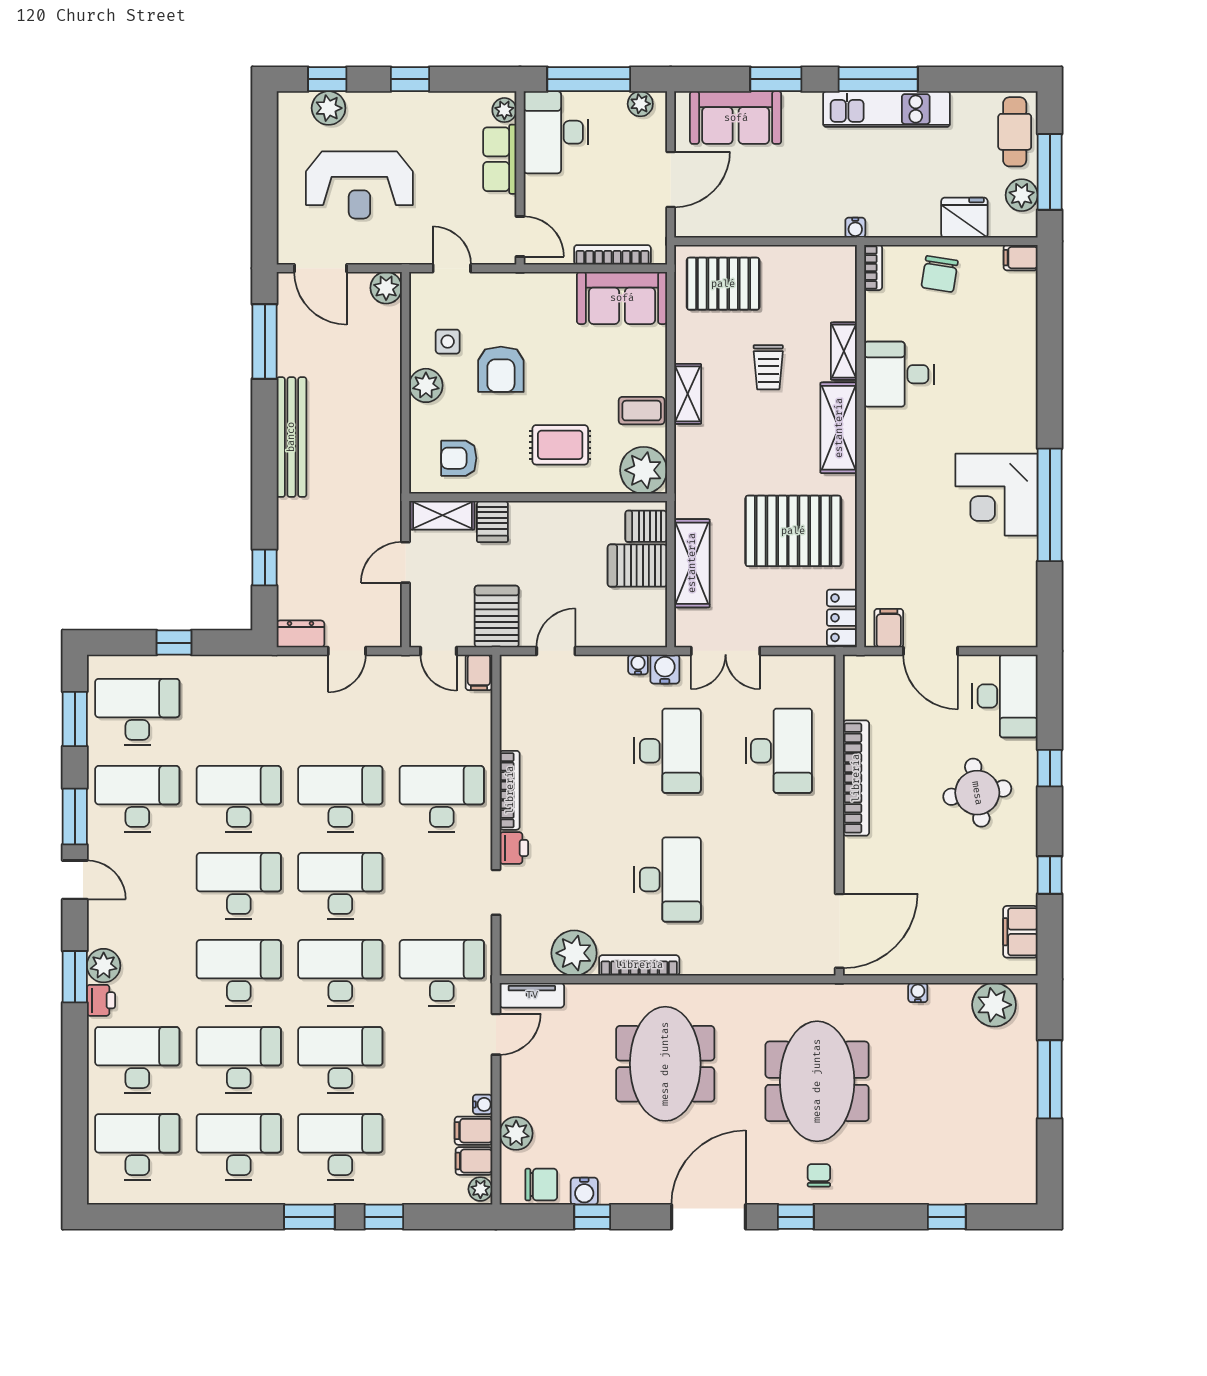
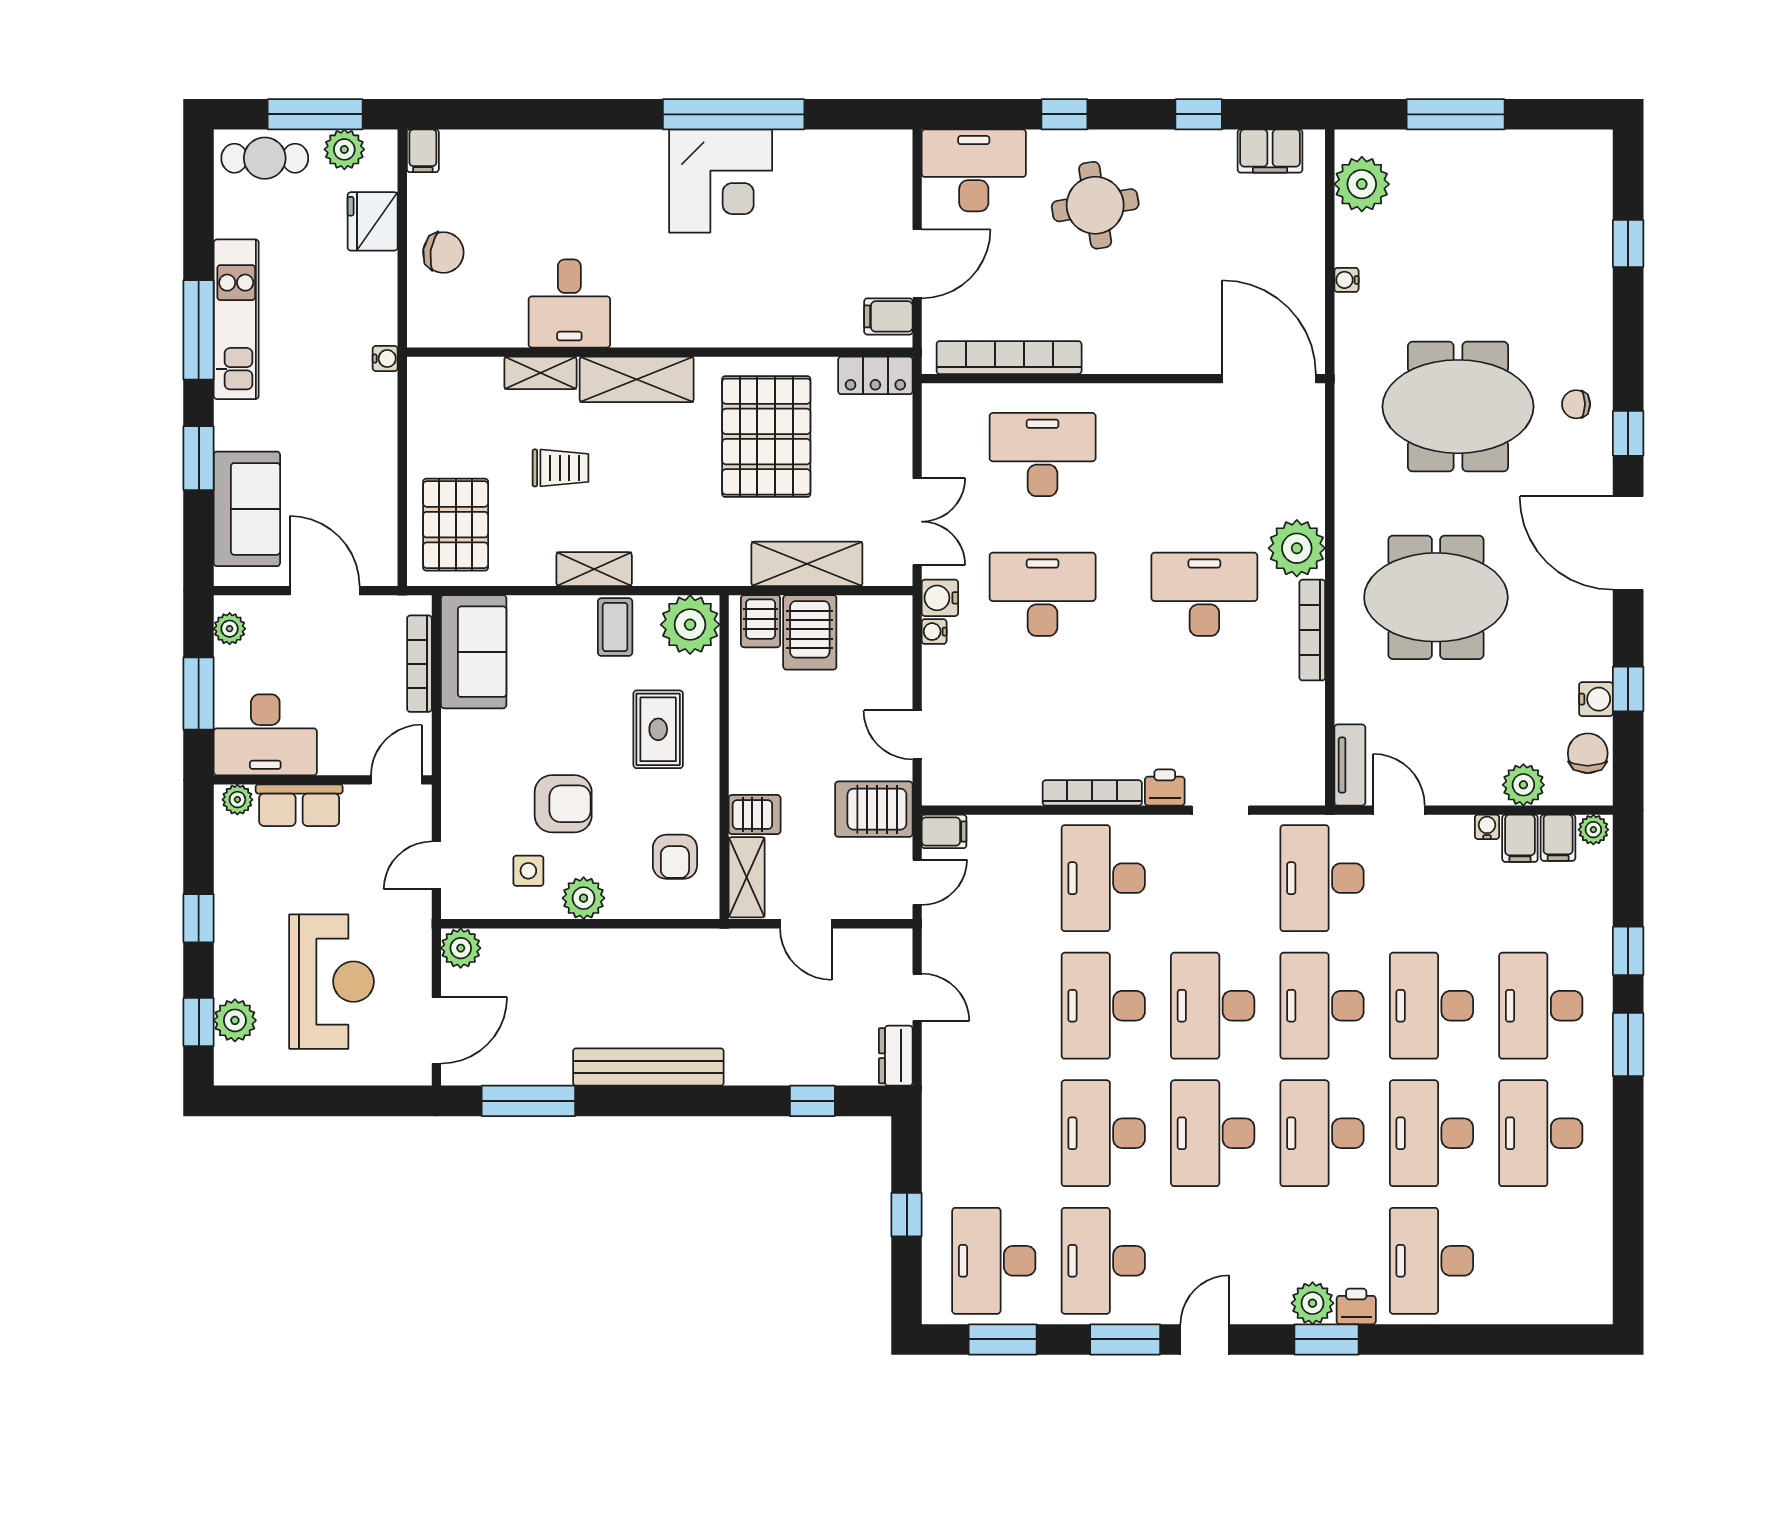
window: (589, 79) -> (199, 694), width x0.69
bookcase: (873, 267) -> (435, 336), removed
bookcase: (856, 778) -> (1009, 358), moved
plant: (574, 953) -> (1297, 548), moved
desk: (137, 1147) -> (1541, 1261), removed

